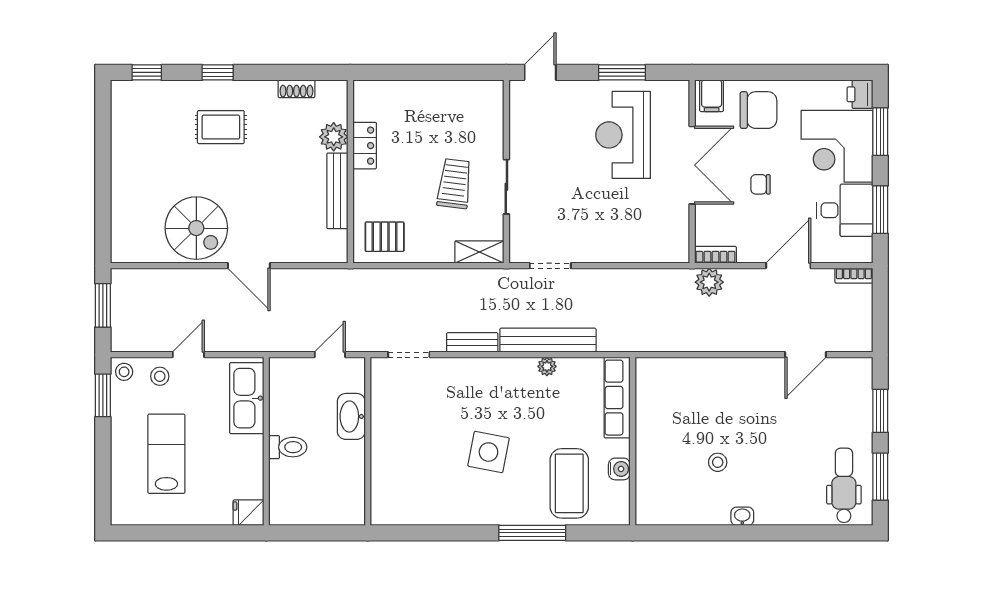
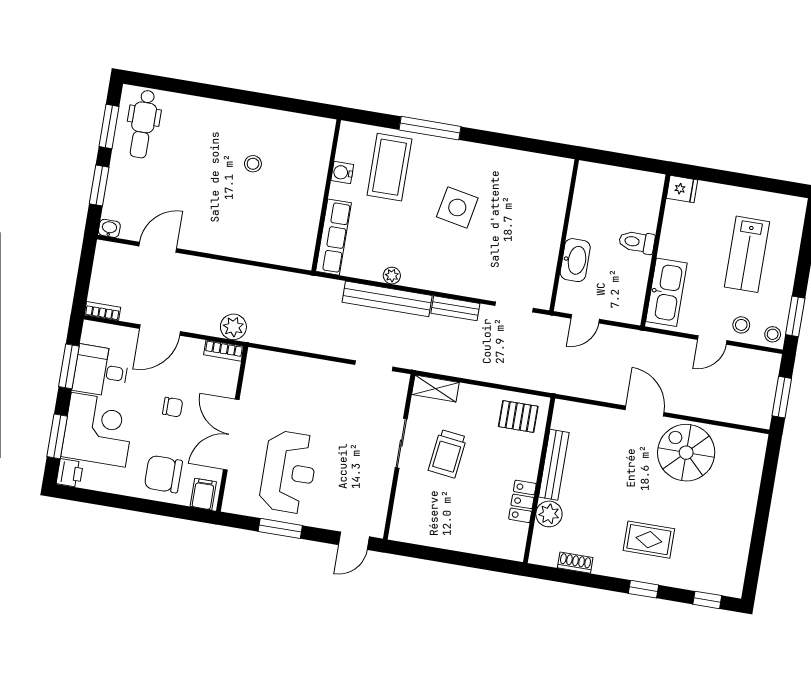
washbasin: (742, 516) -> (109, 228), moved, turned 180

